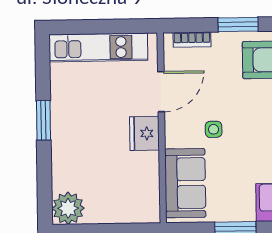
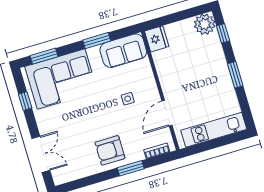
fridge: (144, 133) -> (157, 39), moved
sofa: (185, 183) -> (123, 51), moved, turned -90
window: (45, 187) -> (223, 33), added

